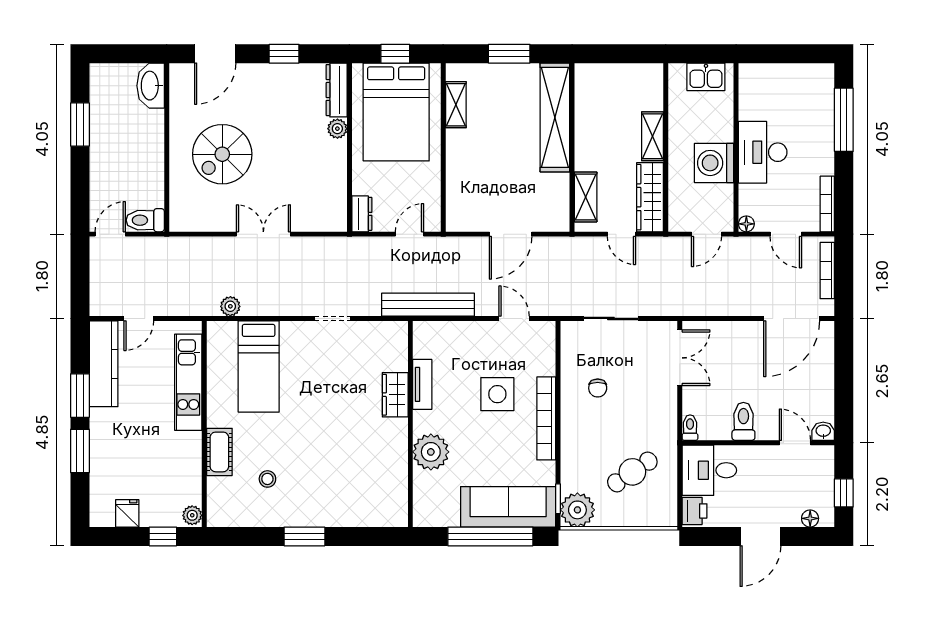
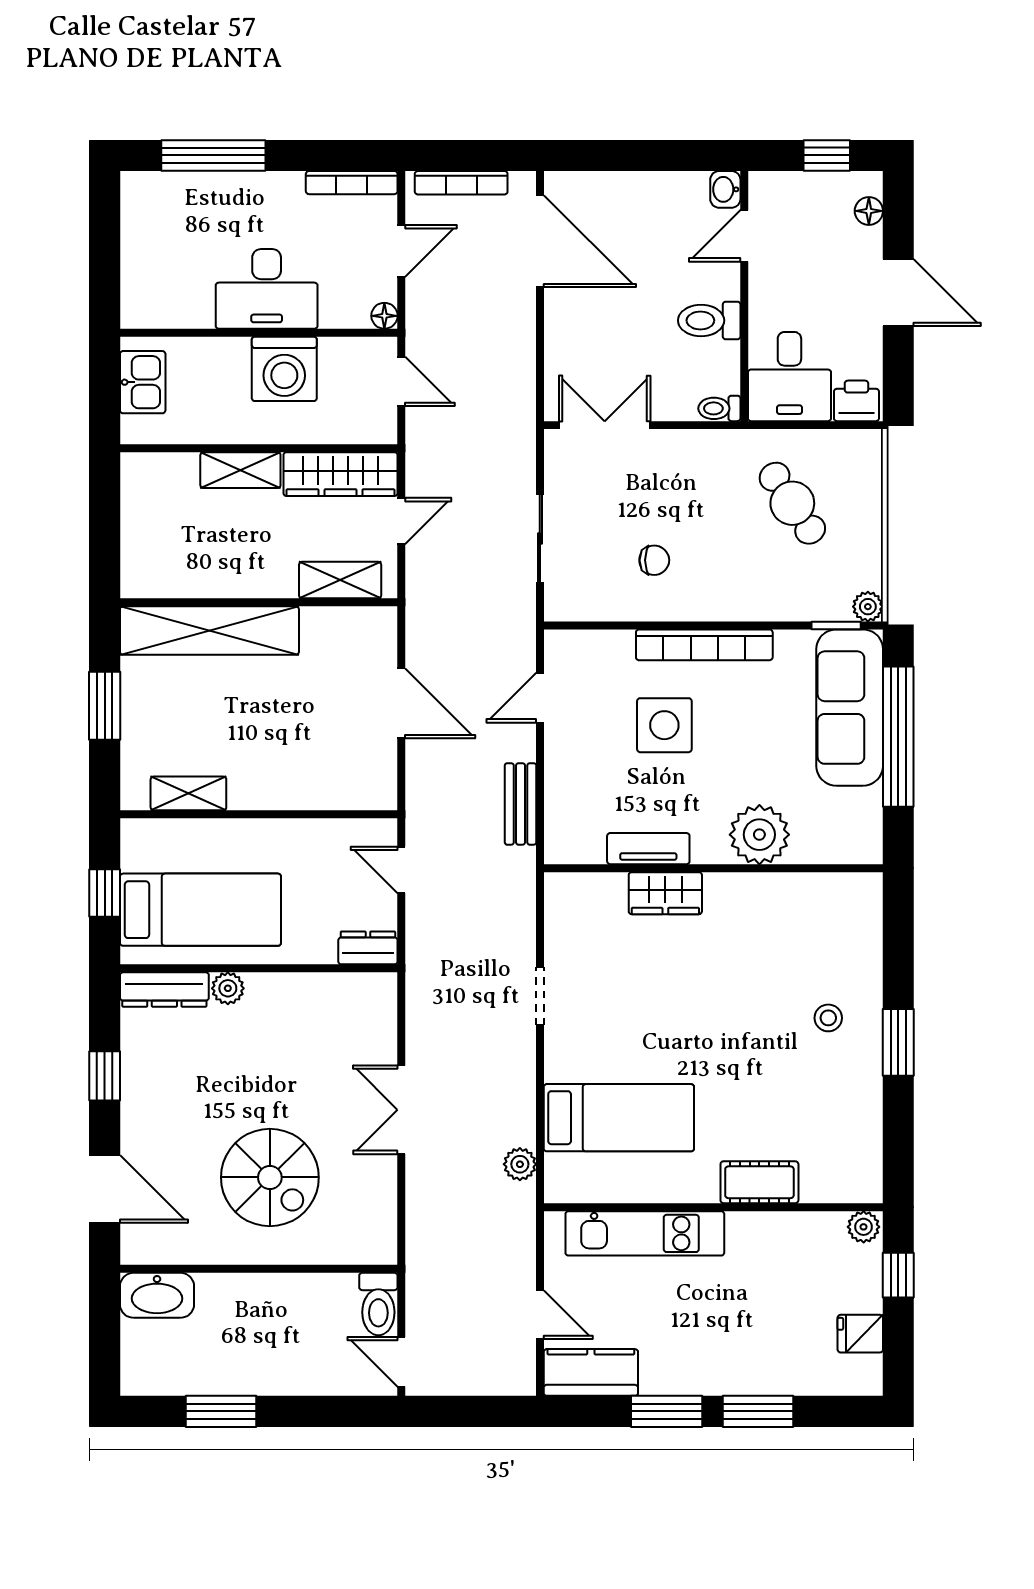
bed: (396, 112) -> (200, 910), width x0.67
bench: (428, 305) -> (521, 804), width x0.54, depth x0.82
kitchen counter: (104, 364) -> (591, 1372), width x0.67
stool: (267, 479) -> (828, 1018), moved
plant: (577, 510) -> (868, 607), width x0.53, depth x0.53

